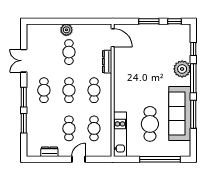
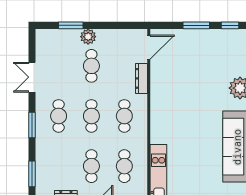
window: (53, 21) -> (71, 25), added
door: (113, 38) -> (149, 47), hinge flipped
window: (24, 123) -> (32, 174), moved
cafe table: (150, 124) -> (198, 160), removed

